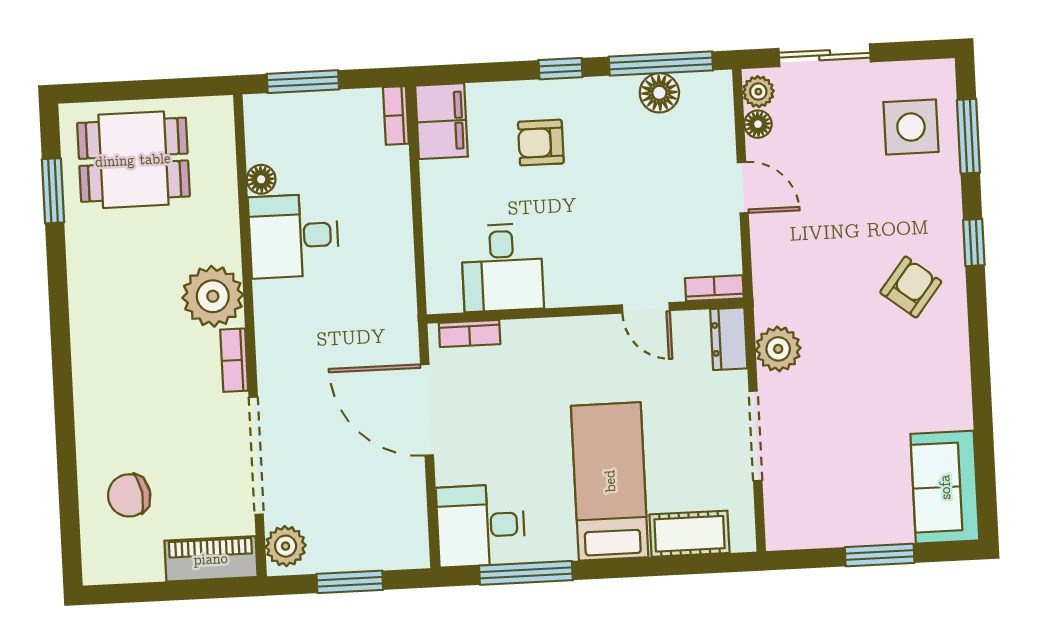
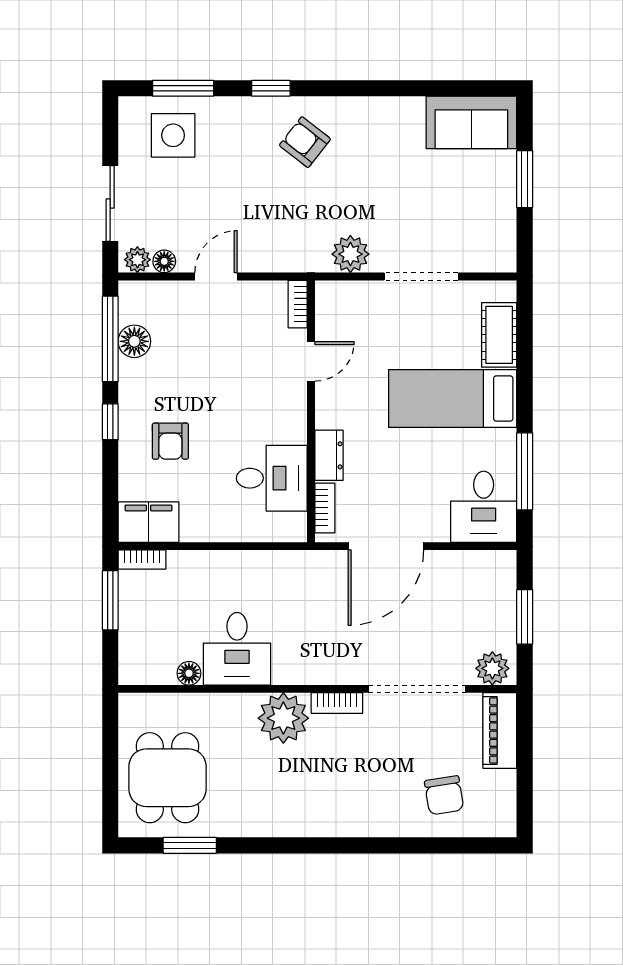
window: (303, 82) -> (110, 600), moved
dresser: (729, 339) -> (329, 455), moved, turned -90

